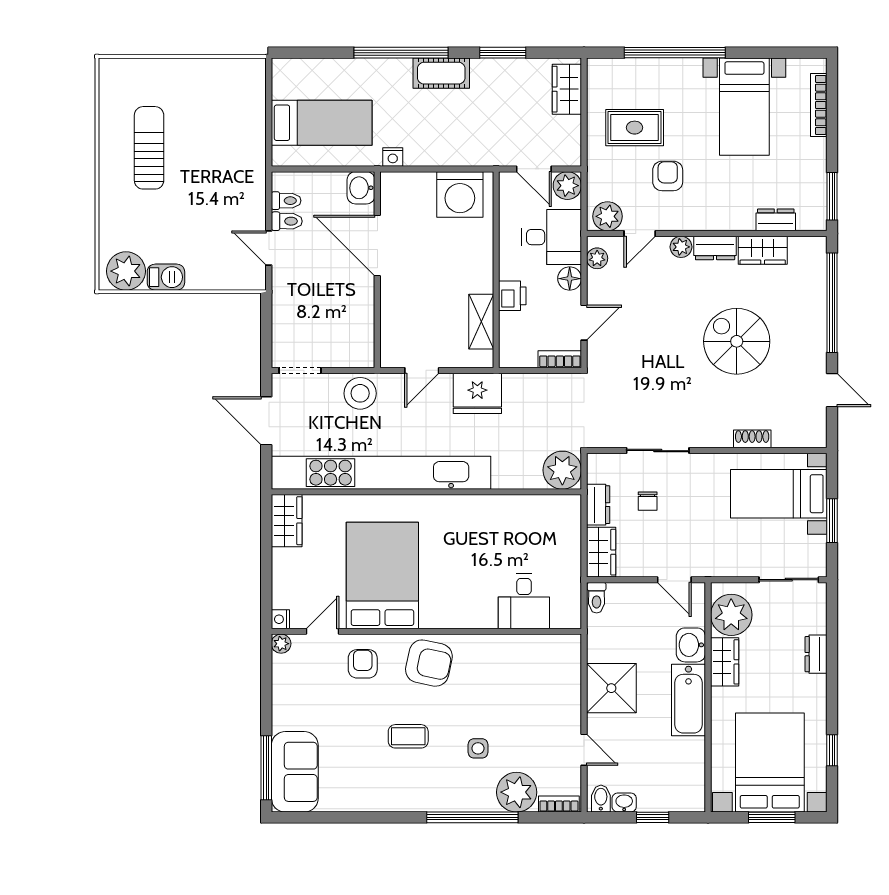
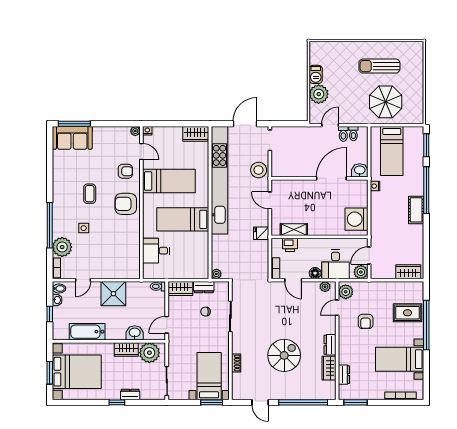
window: (503, 53) -> (426, 145), moved
rug: (635, 128) -> (407, 313), moved, turned 90
parasol: (222, 135) -> (386, 102), added
sun lounger: (149, 148) -> (379, 66), turned 180
armchair: (668, 176) -> (366, 321), turned 90
door: (640, 234) -> (337, 308), hinge flipped
plant: (681, 247) -> (331, 328), removed
plant: (126, 271) -> (319, 94), moved
printer: (512, 296) -> (290, 245), moved
door: (832, 390) -> (260, 402), hinge flipped
fridge: (477, 393) -> (261, 233), width x0.53, depth x0.75
plant: (562, 470) -> (216, 274), width x0.53, depth x0.53
window: (832, 521) -> (212, 402), moved
bed: (460, 547) -> (183, 219), added
bed: (382, 575) -> (169, 181), width x0.67
armchair: (429, 663) -> (126, 204), turned 78
bathtub: (688, 700) -> (87, 332), moved
window: (832, 750) -> (117, 402), moved

